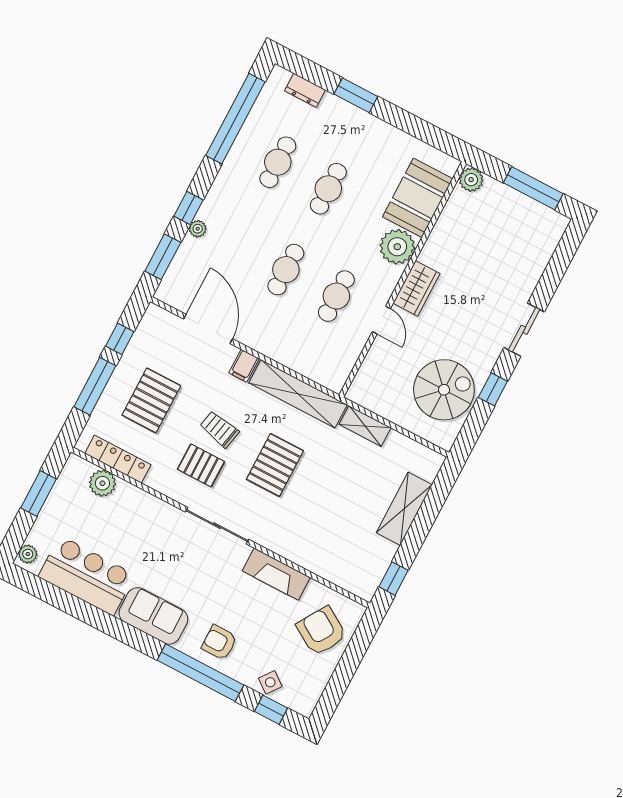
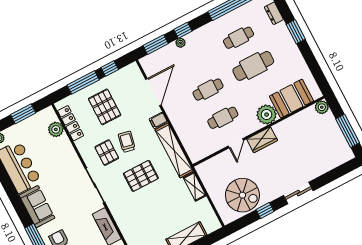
cafe table: (328, 189) -> (253, 66), width x1.37, depth x1.35
pallet: (151, 400) -> (105, 107), turned 90

